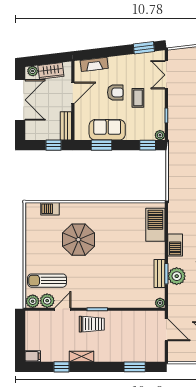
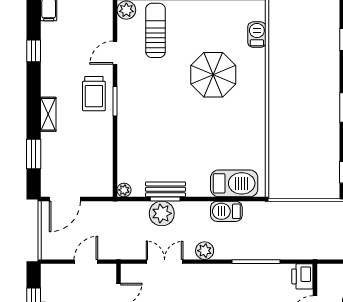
barbecue: (175, 245) -> (226, 211), moved
plant: (47, 301) -> (127, 31), removed
door: (63, 309) -> (115, 53), swing flipped
door: (166, 330) -> (65, 199), moved
shelving: (81, 357) -> (48, 114), moved

